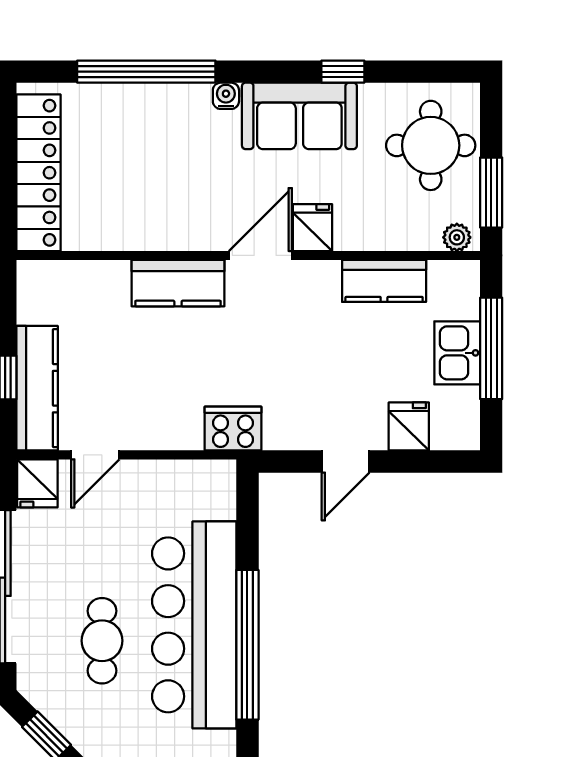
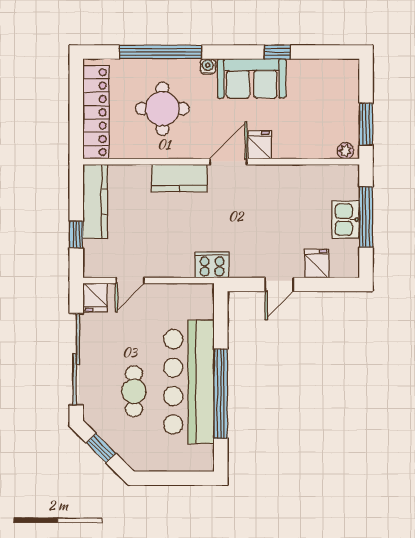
round table: (431, 145) -> (162, 109), moved
kitchen counter: (384, 281) -> (302, 177), removed
kitchen counter: (37, 388) -> (95, 201), moved

